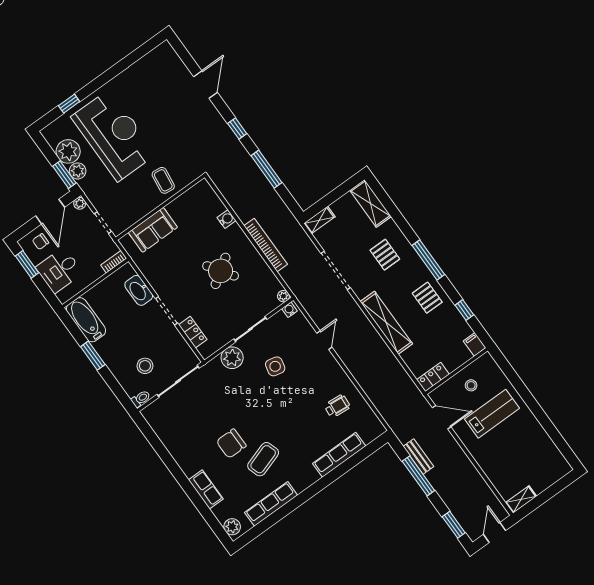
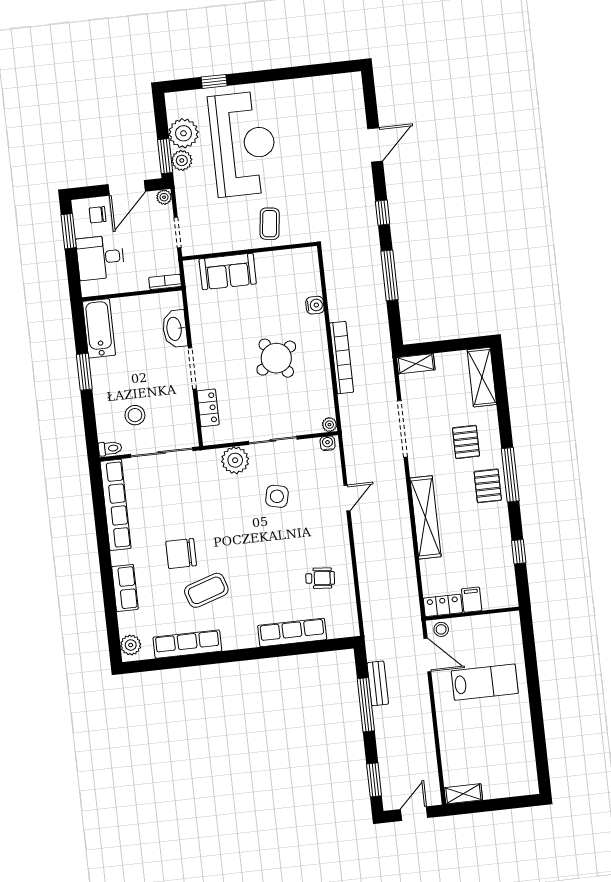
pallet: (427, 298) -> (488, 486), moved
filing cabinet: (475, 344) -> (472, 600), moved
stool: (471, 385) -> (441, 629), moved
row of seats: (167, 436) -> (116, 505), added

